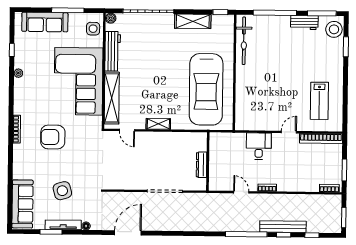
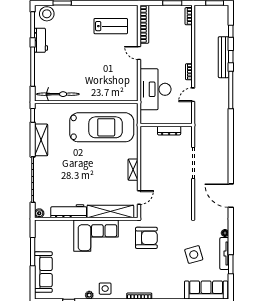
side table: (93, 29) -> (105, 289), moved
corner sofa: (79, 81) -> (96, 236), width x0.73, depth x0.74
armchair: (53, 137) -> (146, 238), moved, turned -90
desk: (259, 146) -> (155, 89), width x1.87, depth x1.30

